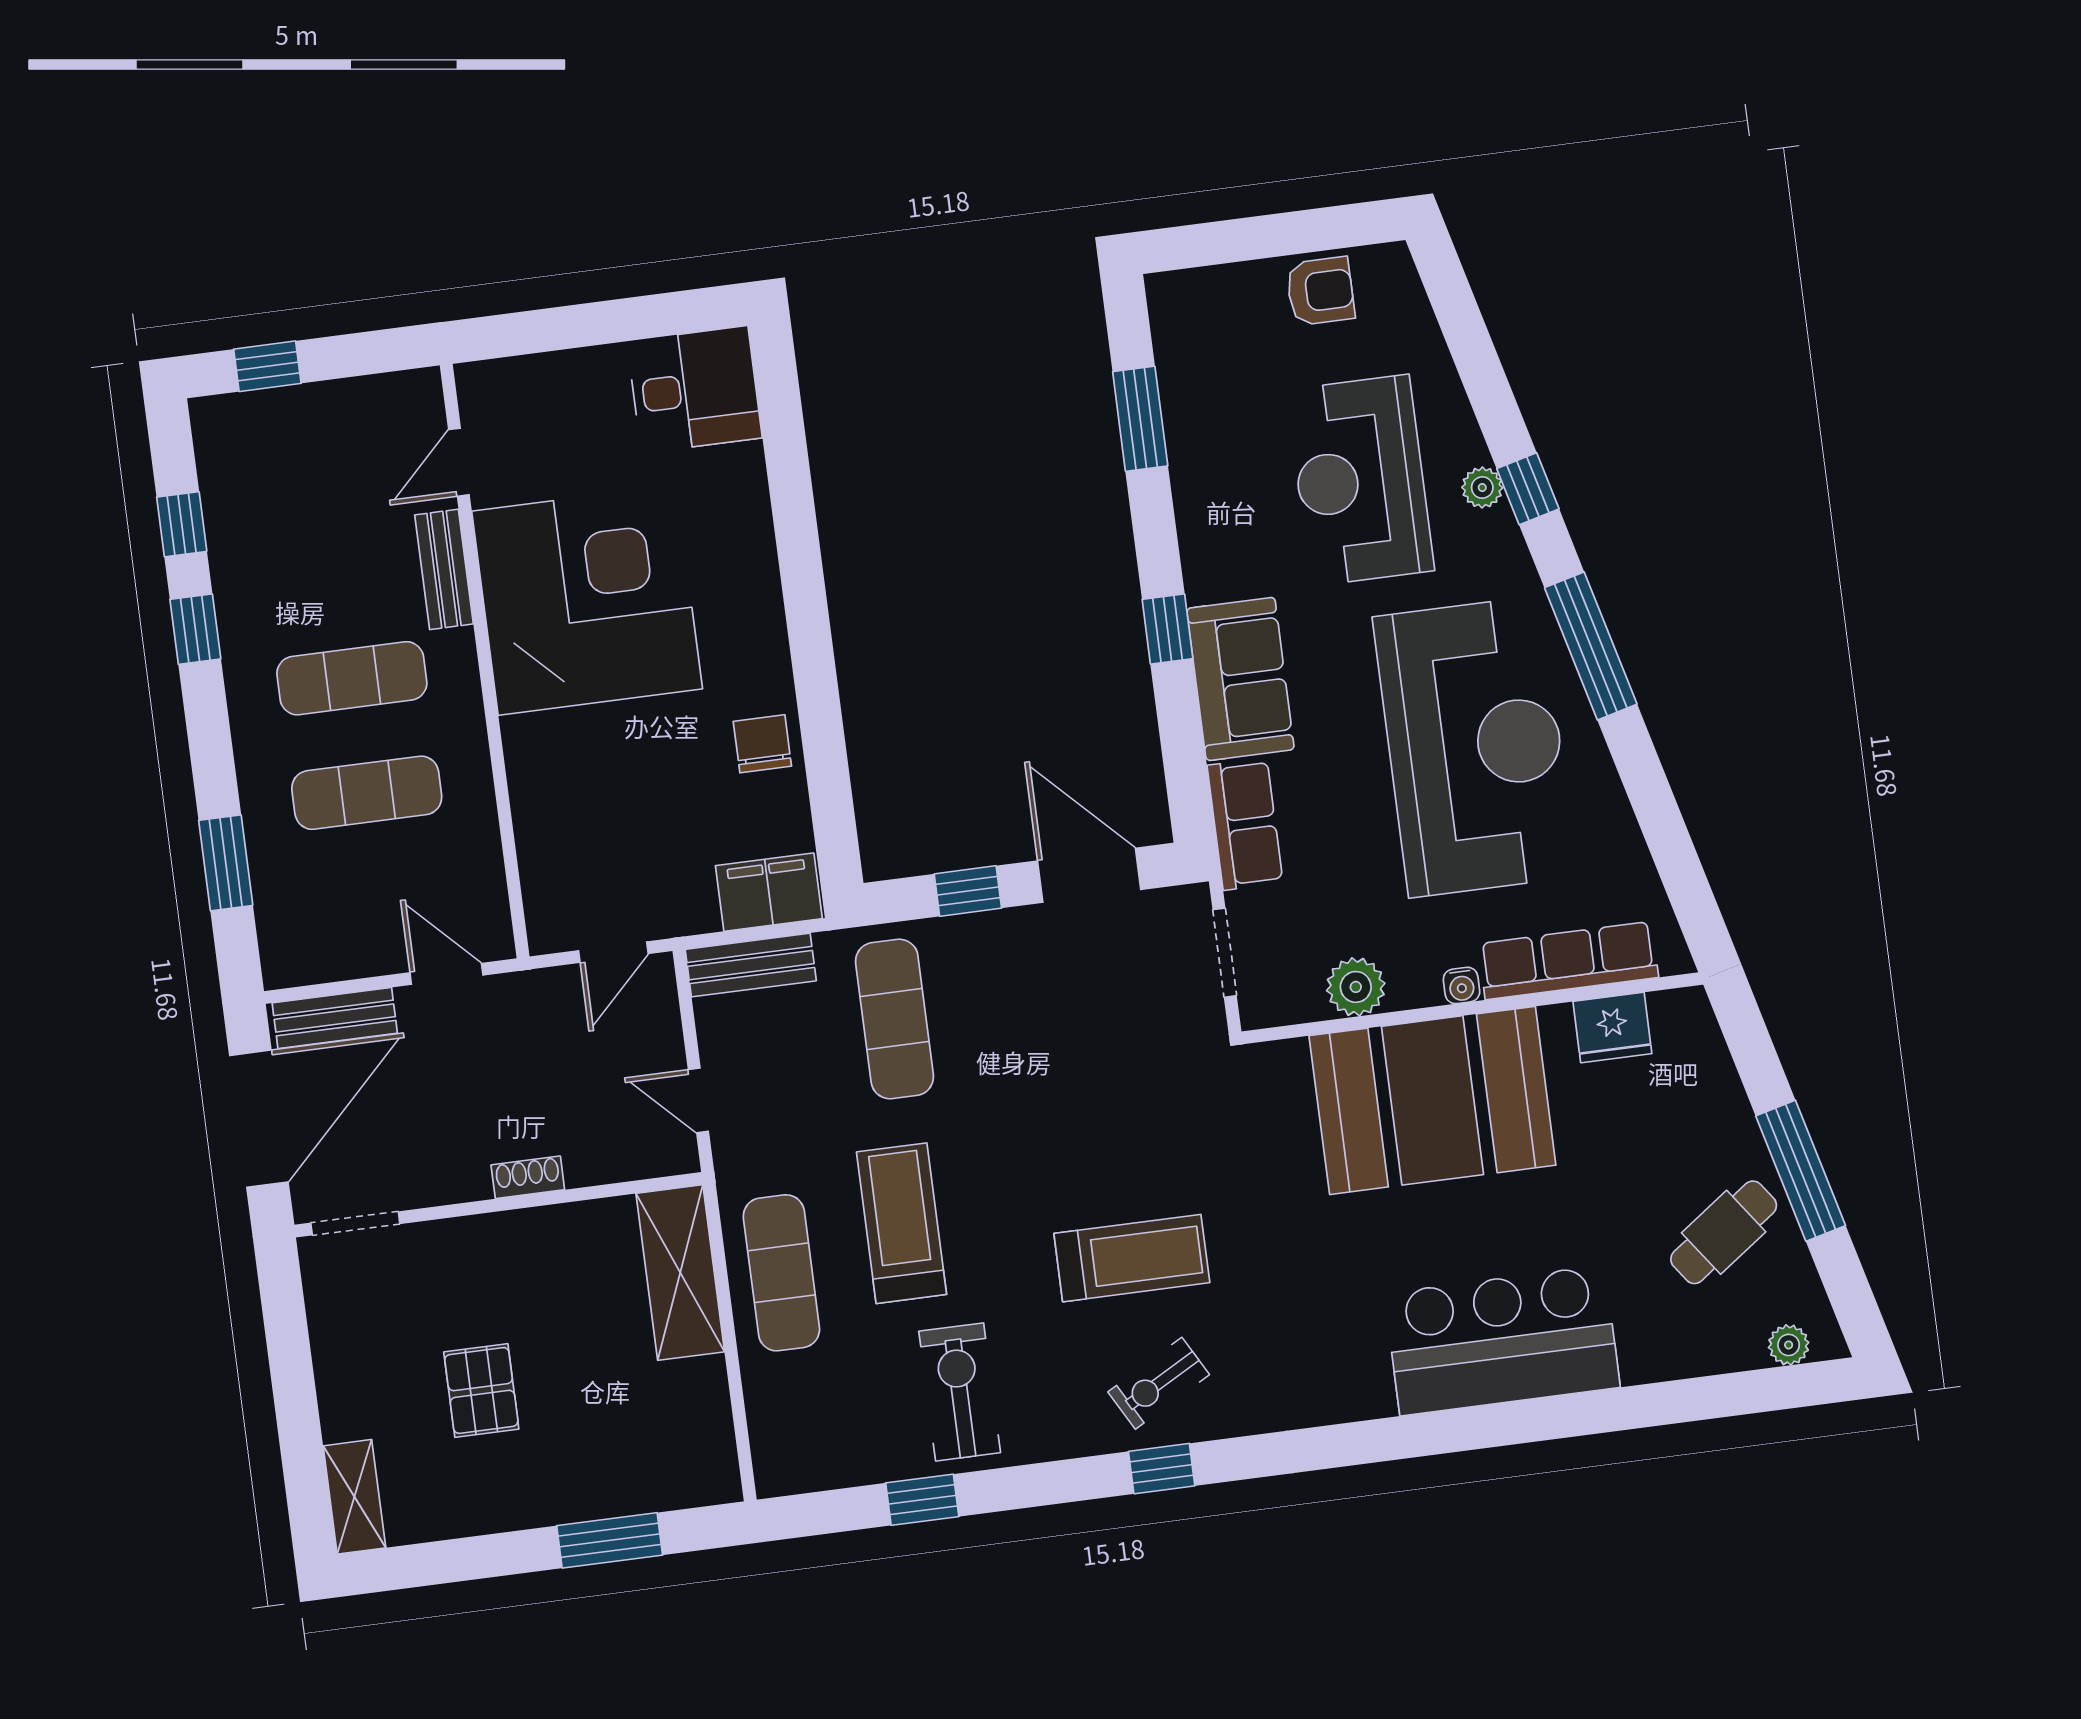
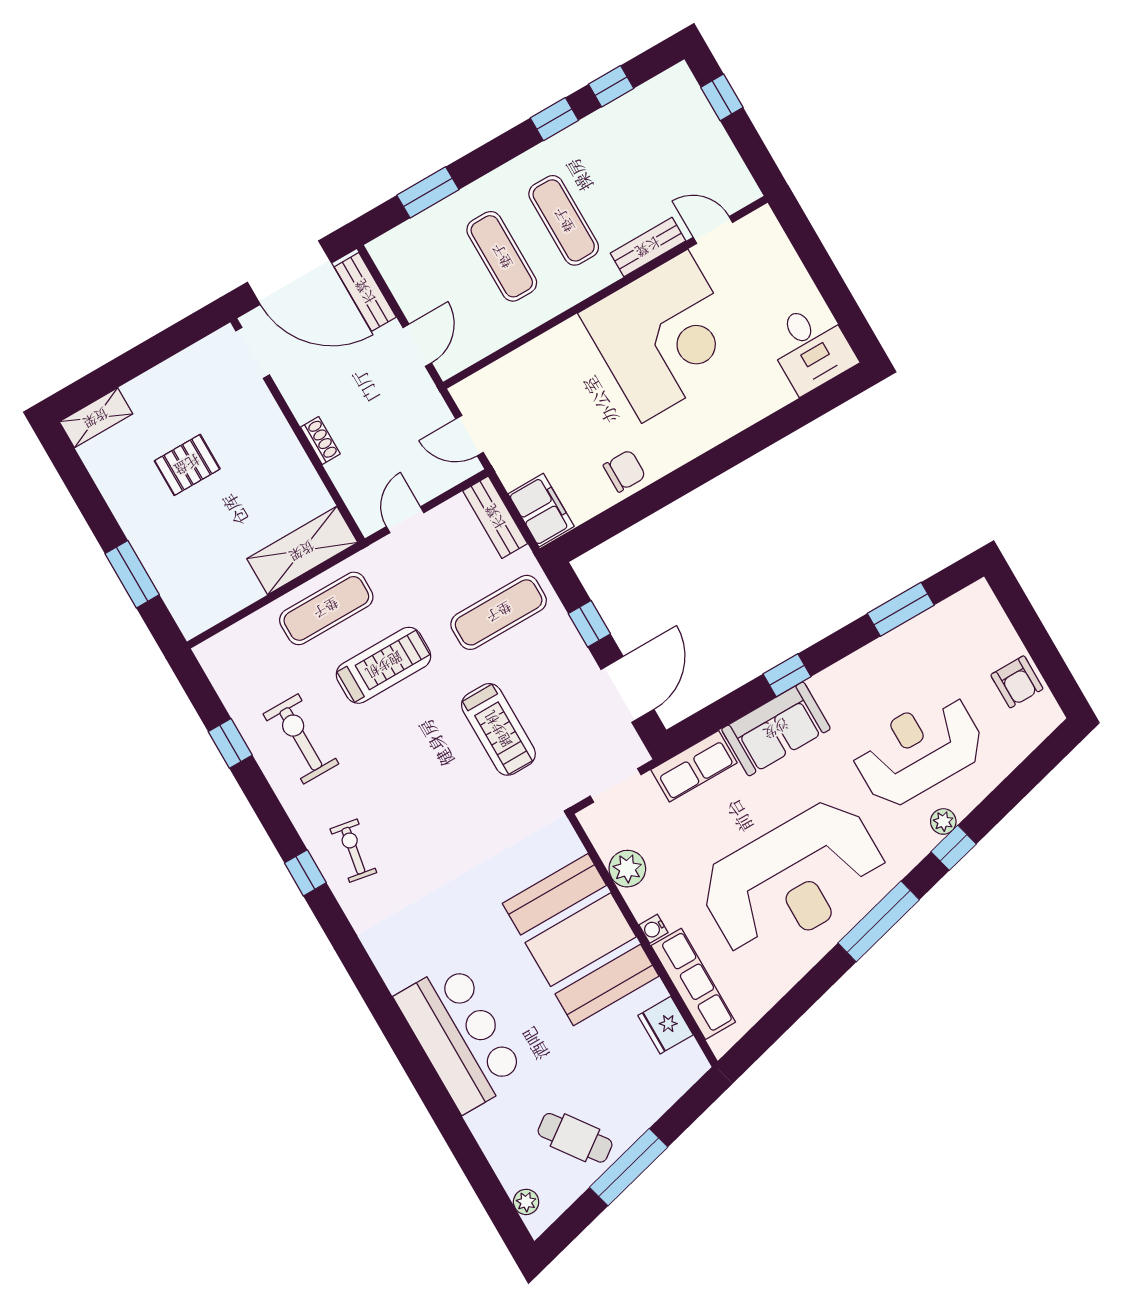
treadmill: (1132, 1258) -> (498, 729), moved
exercise bike: (1159, 1383) -> (353, 851), turned 39
exercise bike: (960, 1392) -> (301, 739), turned -90

